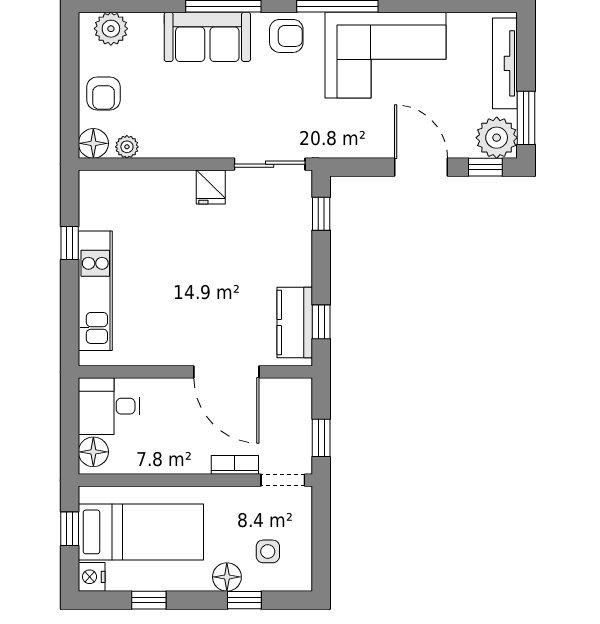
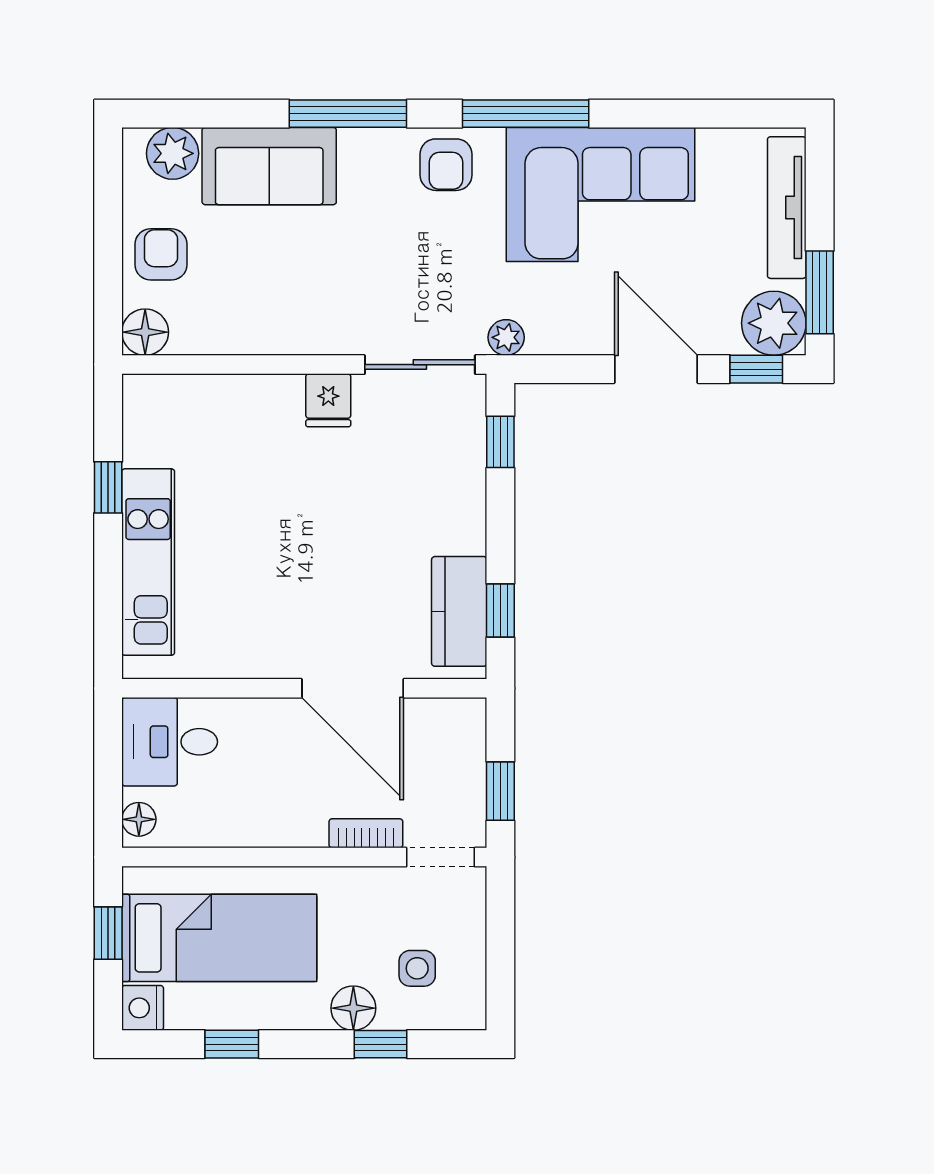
armchair: (286, 36) -> (446, 165), turned 90
sofa: (207, 37) -> (269, 166), moved
armchair: (104, 94) -> (161, 254), turned 180
plant: (127, 147) -> (506, 337), moved
floor lamp: (93, 452) -> (139, 819), width x0.73, depth x0.73

